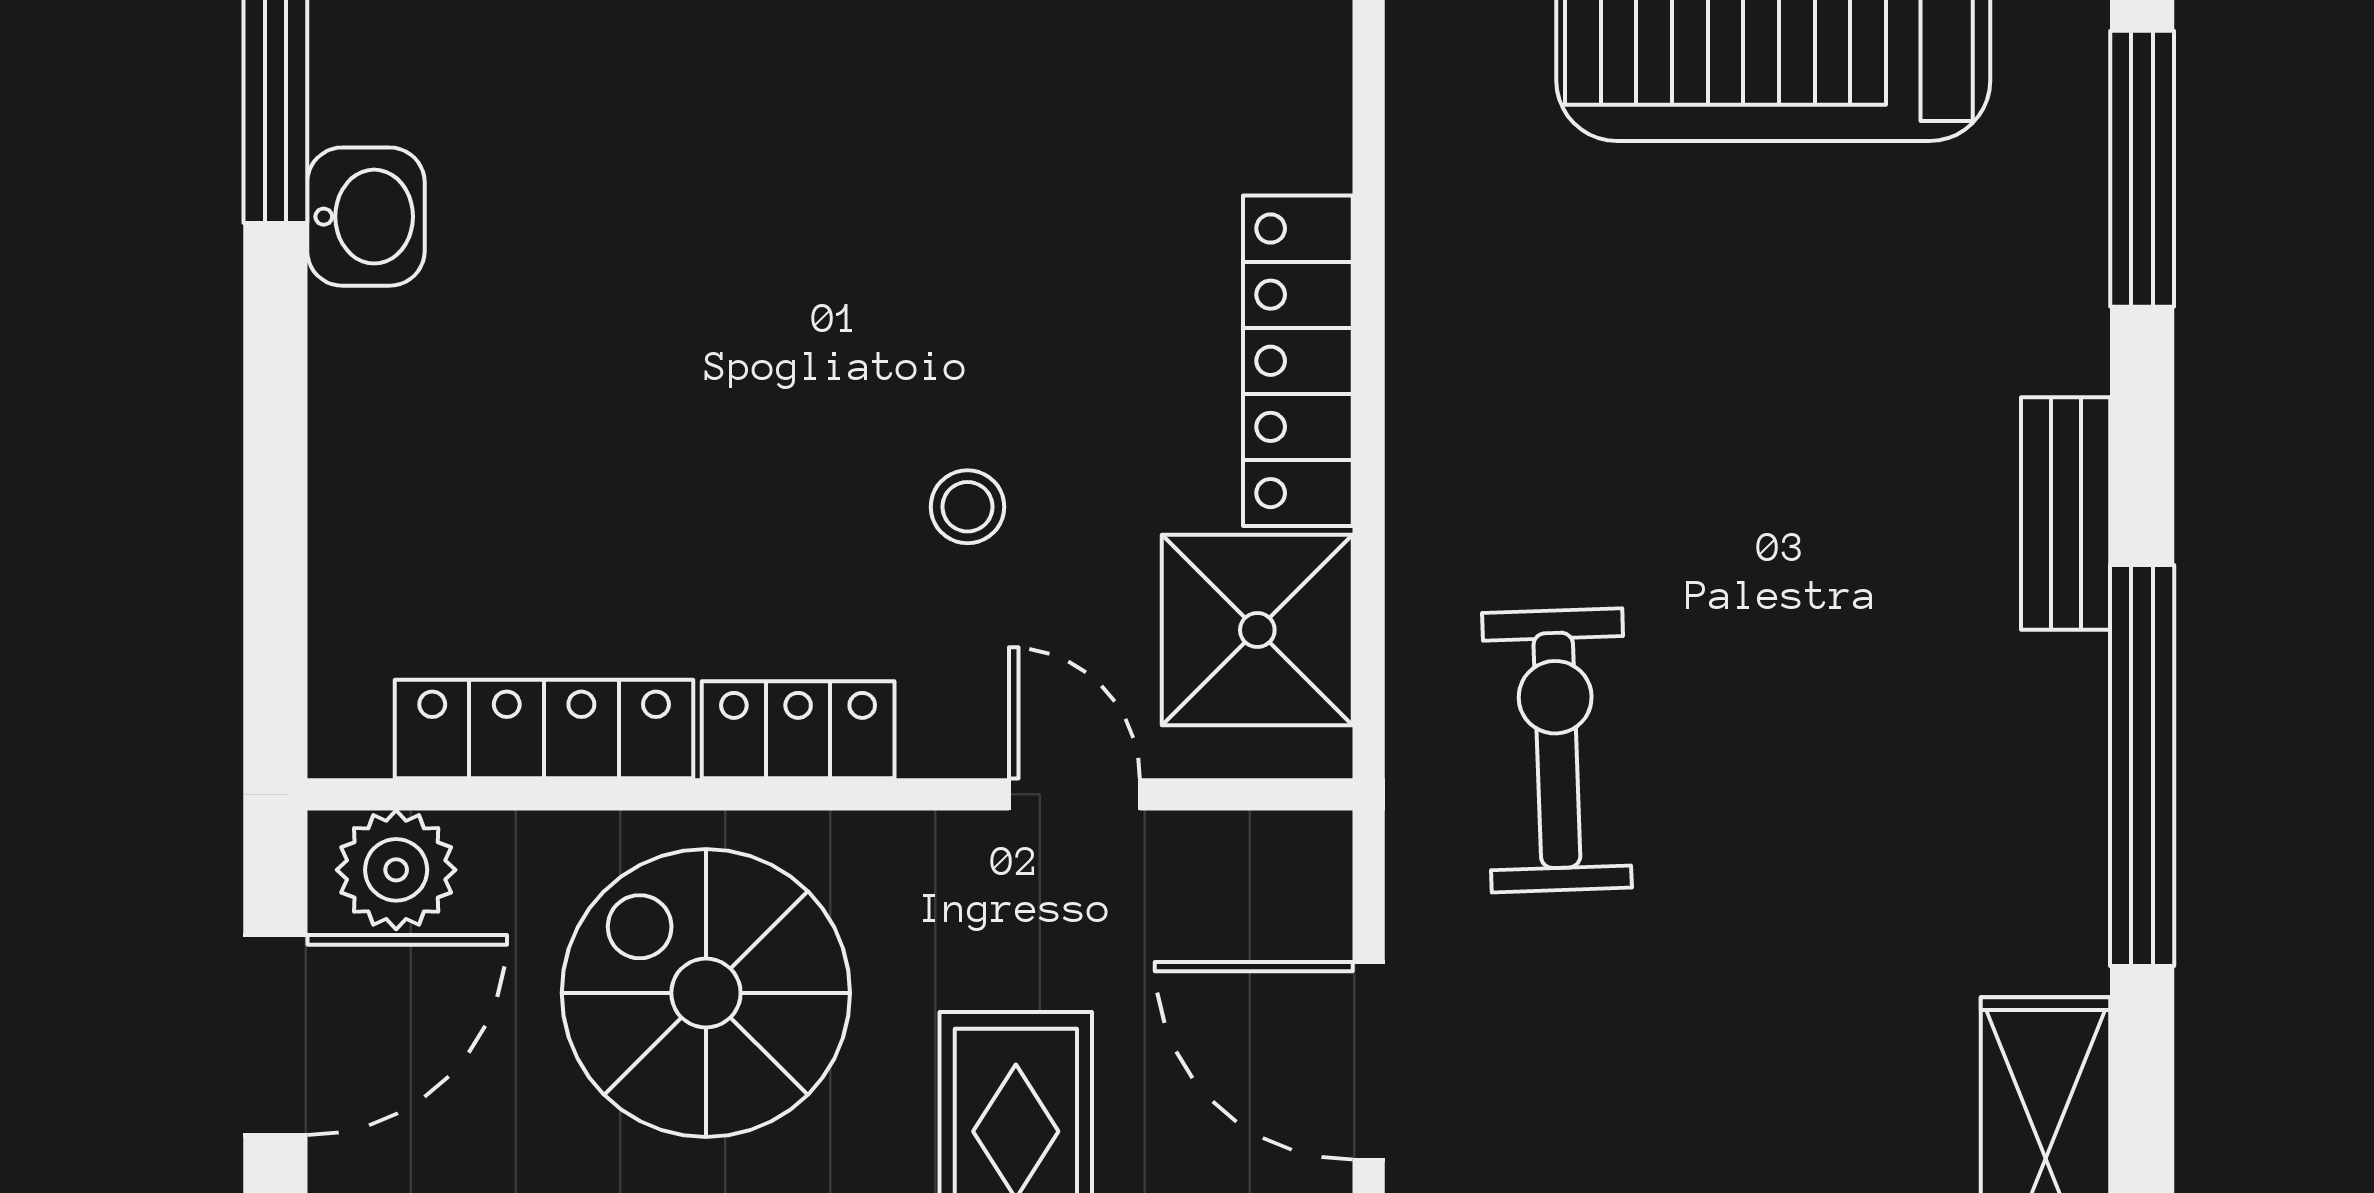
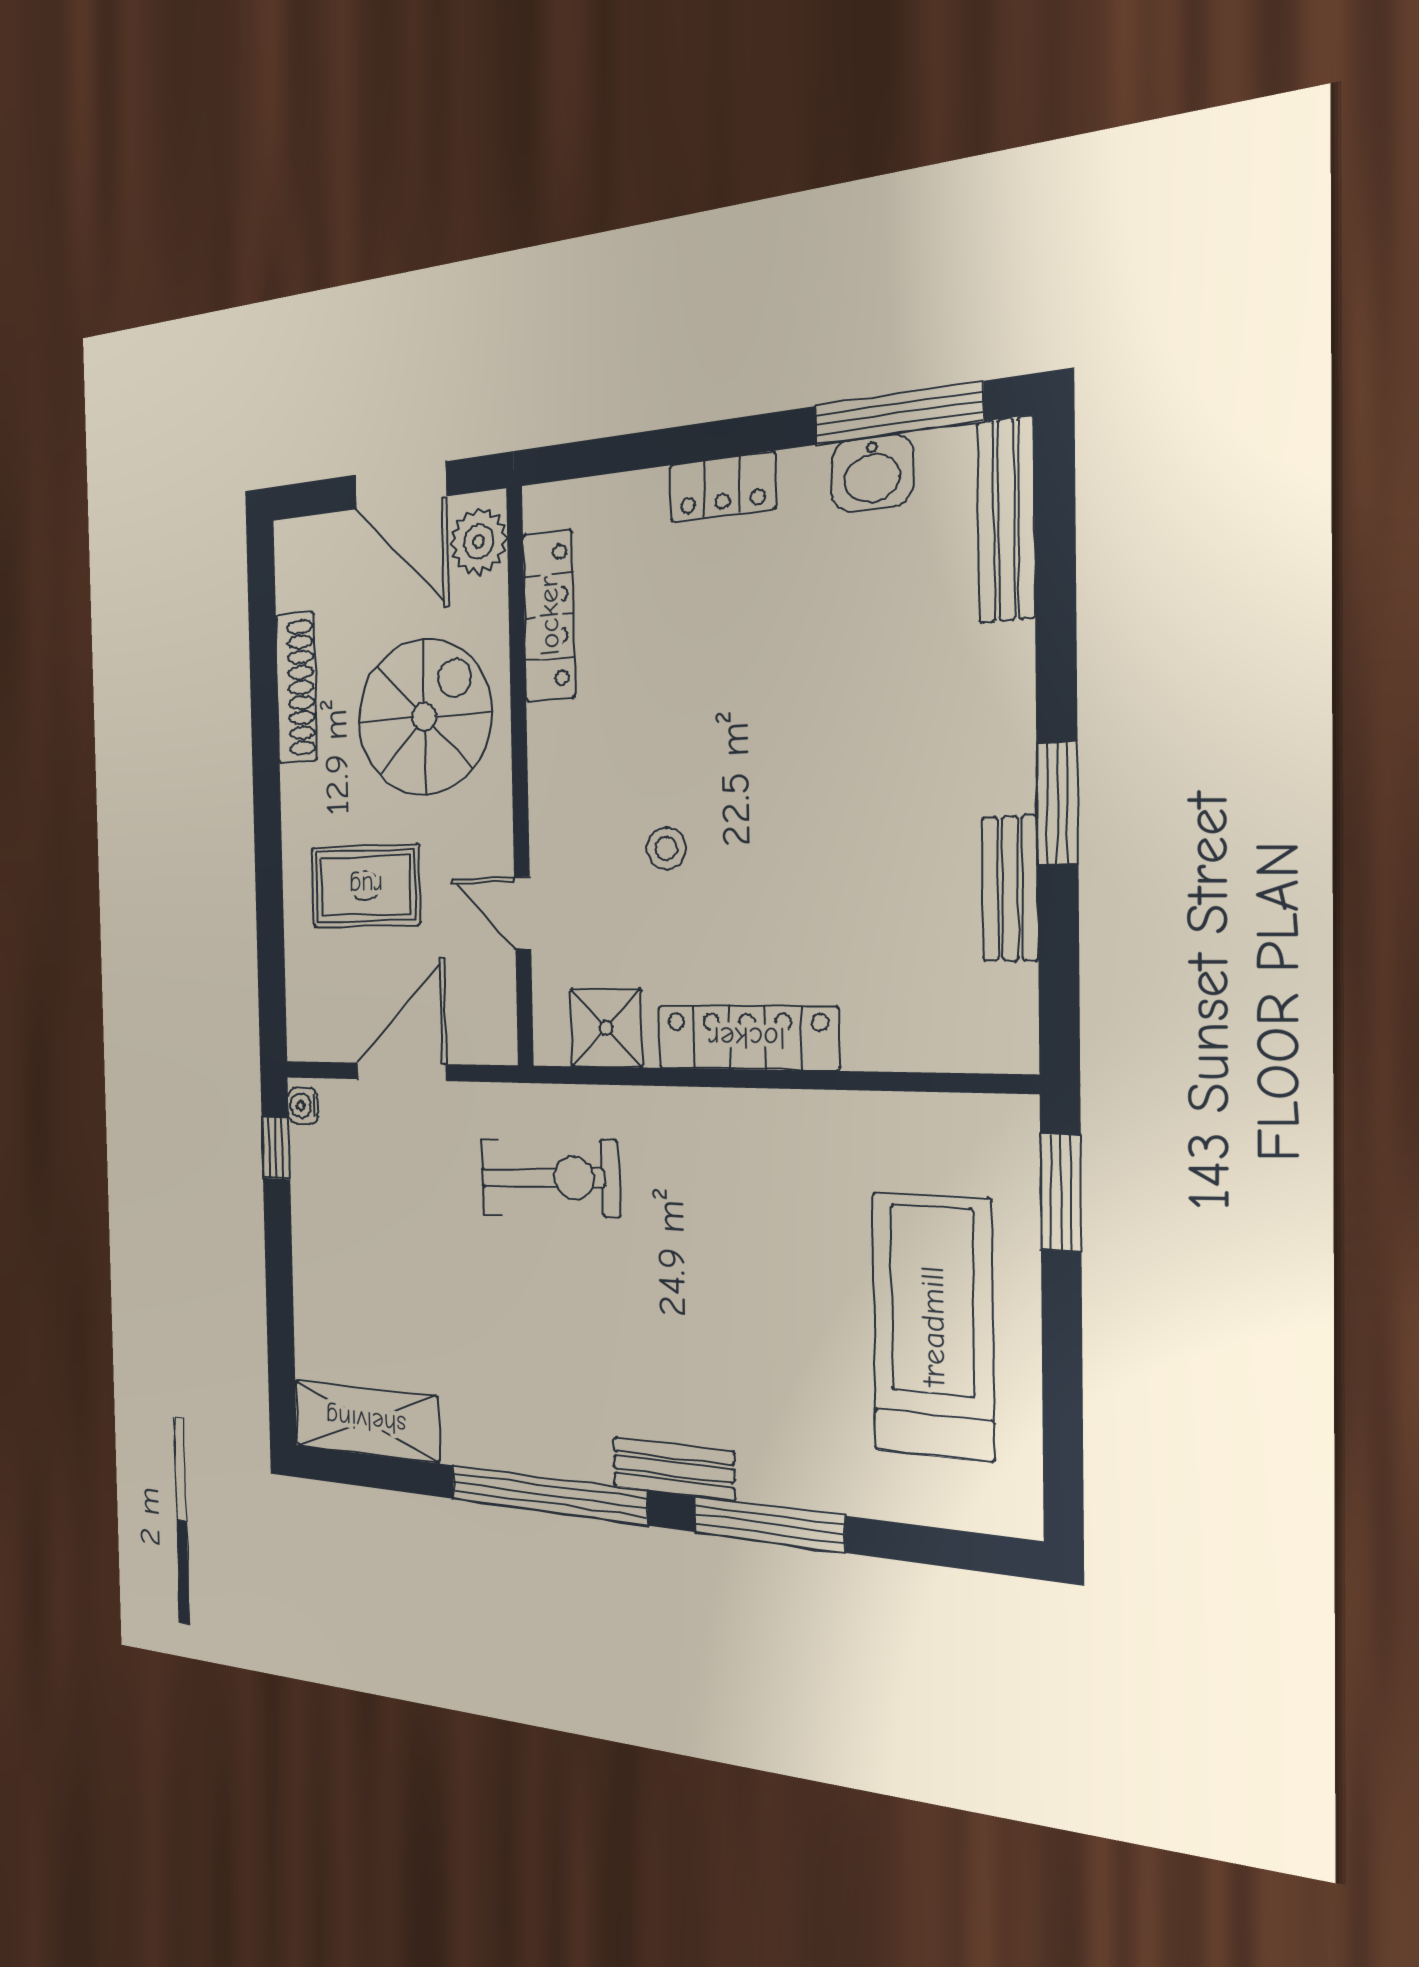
window: (2142, 169) -> (769, 1524), moved
washbasin: (366, 217) -> (872, 473), moved
shower: (1257, 630) -> (606, 1028), width x0.73, depth x0.73
locker: (798, 730) -> (722, 487), moved, turned 90
door: (1074, 794) -> (523, 913), swing flipped

